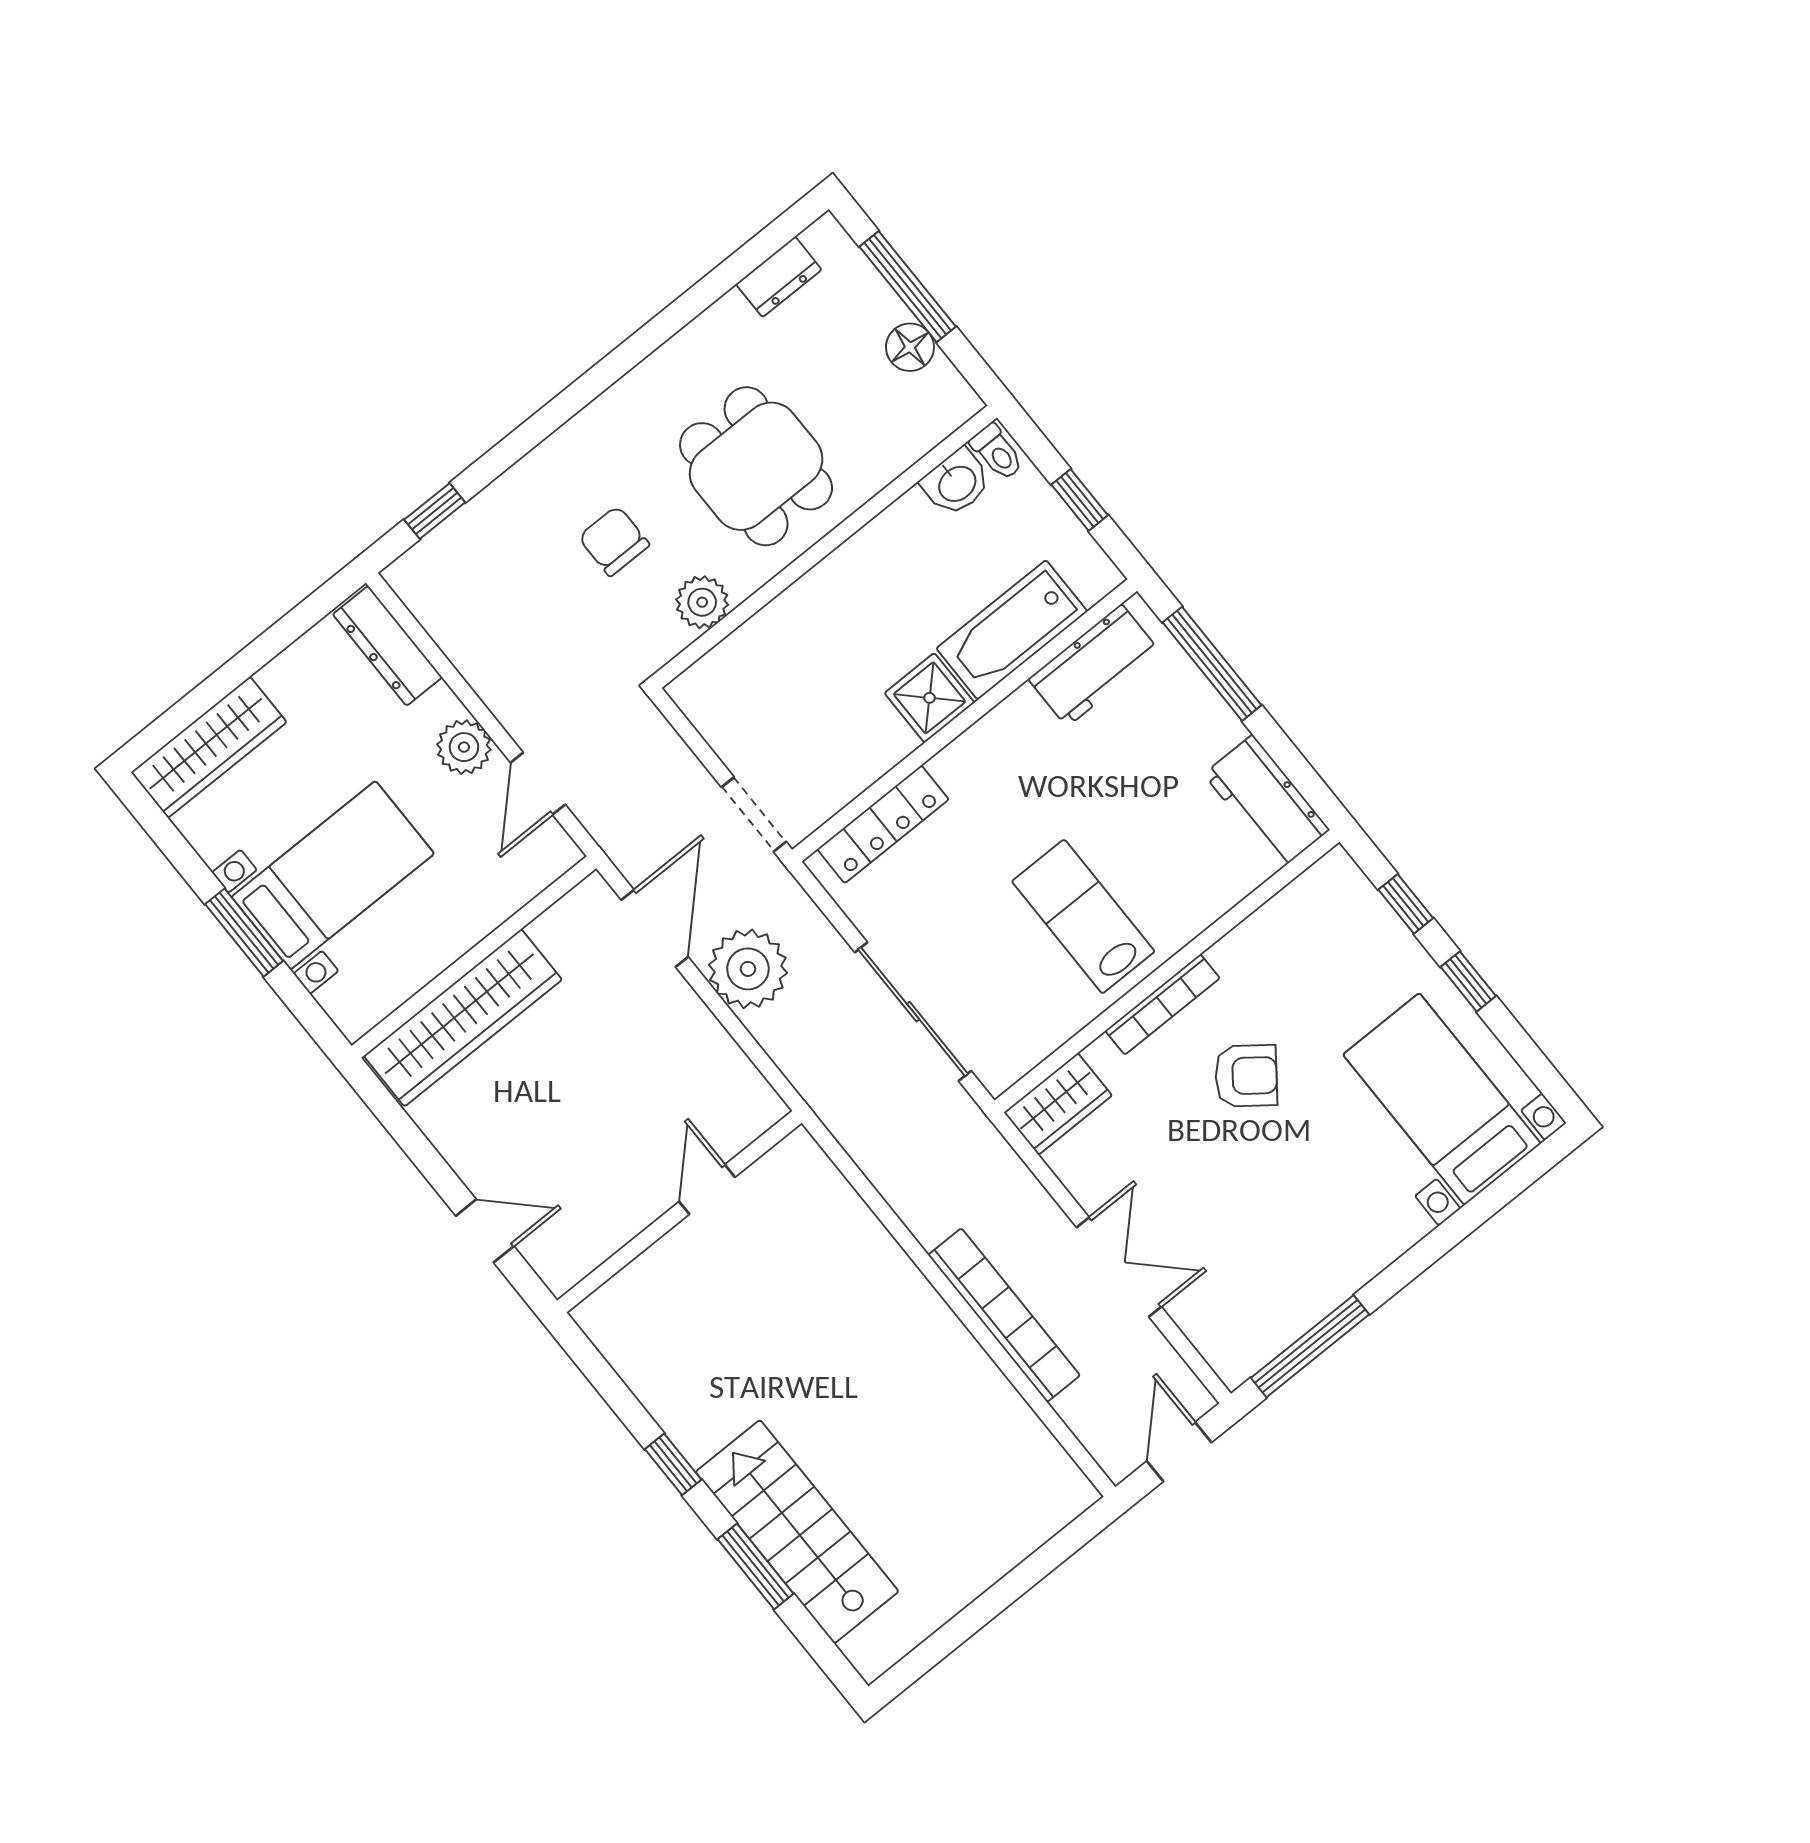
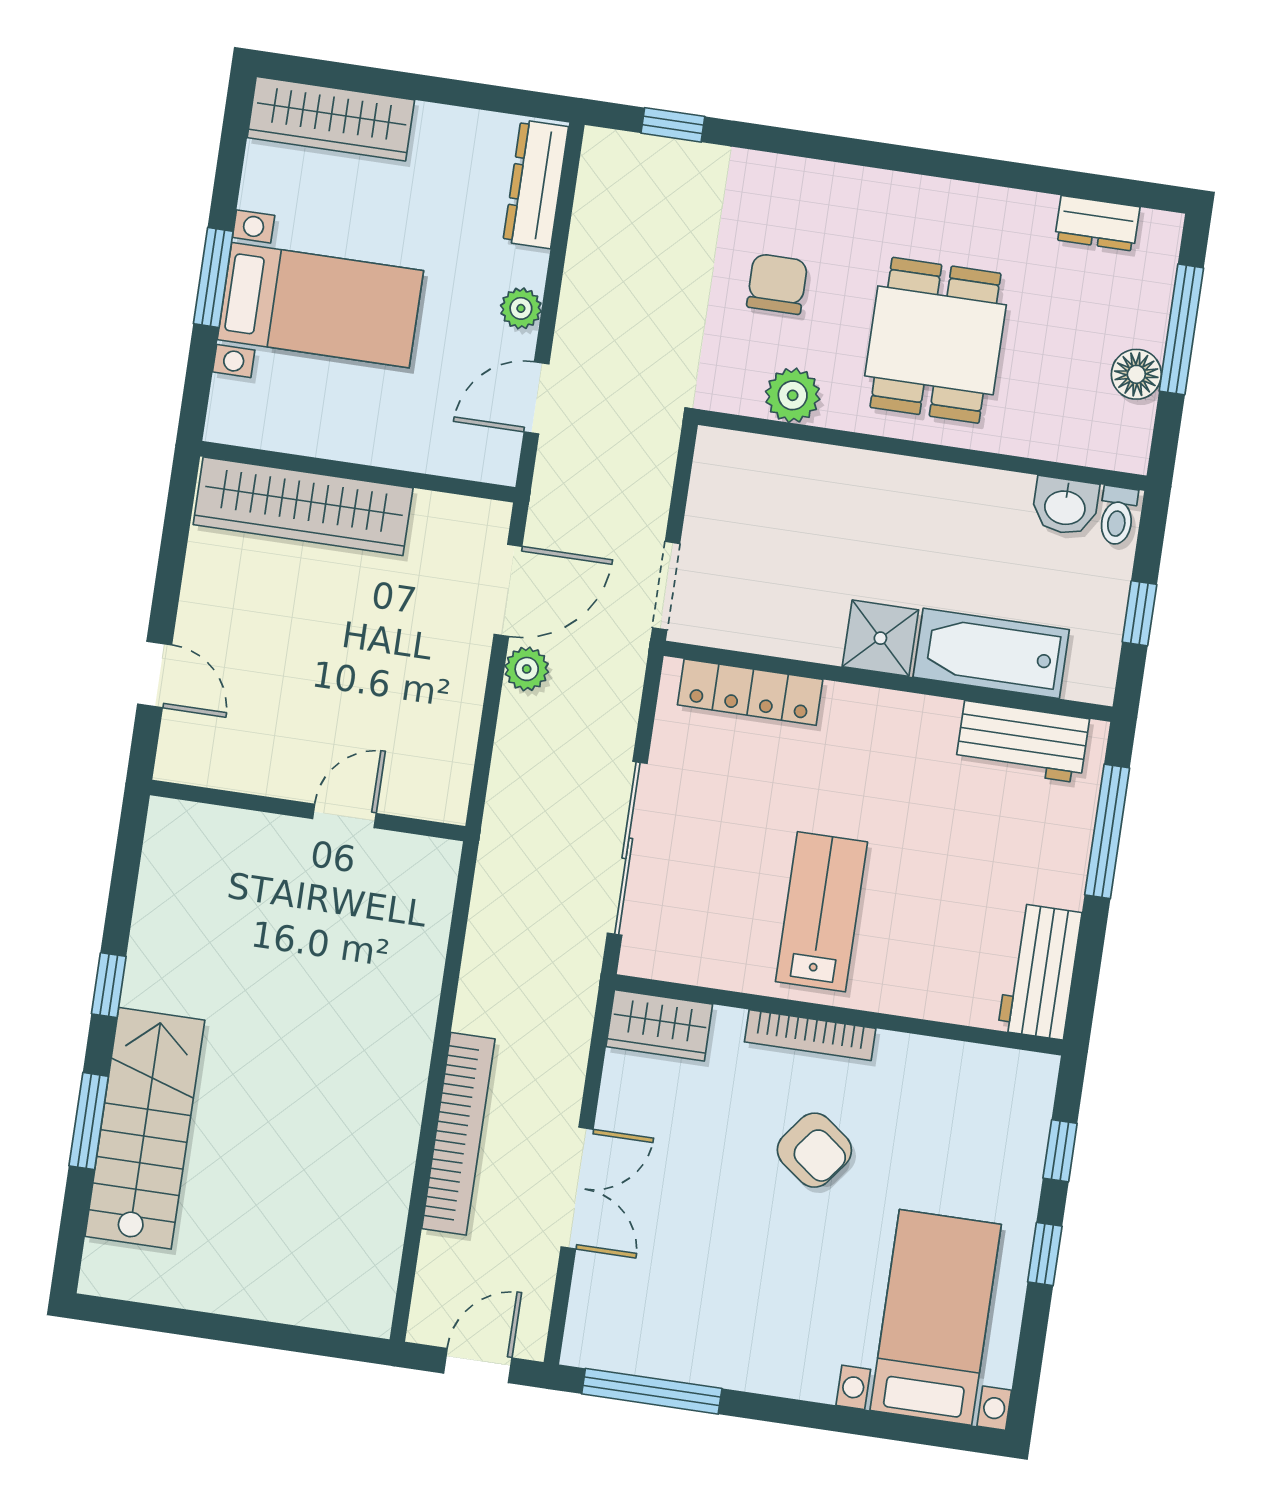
plant: (464, 747) -> (521, 308), width x0.73, depth x0.73
plant: (748, 969) -> (527, 669), width x0.53, depth x0.53

